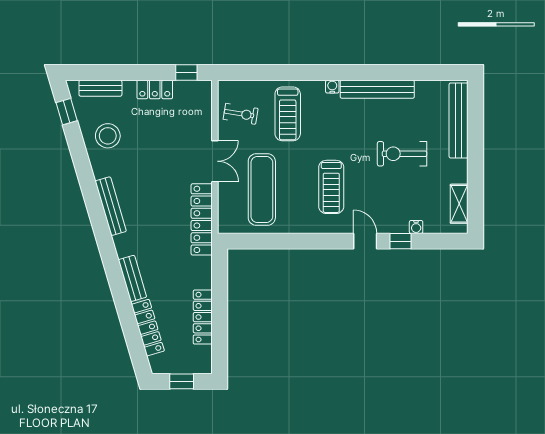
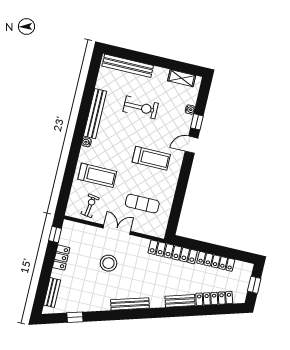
window: (67, 112) -> (75, 317), moved
stool: (108, 136) -> (108, 263), moved
exercise bike: (402, 154) -> (141, 107), turned -90
exercise mat: (262, 189) -> (142, 204), width x0.73, depth x0.69
locker: (202, 219) -> (173, 252), moved

